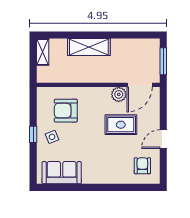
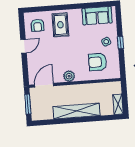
shelving: (89, 47) -> (76, 111), width x1.47
plant: (119, 94) -> (69, 76), moved
armchair: (66, 111) -> (98, 62), turned 180
rug: (121, 125) -> (60, 25), moved, turned 90

